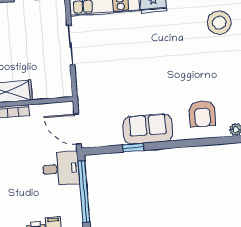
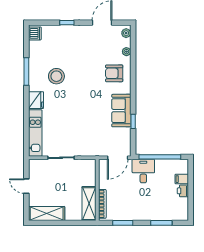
stool: (219, 23) -> (56, 76), moved
armchair: (202, 114) -> (114, 73), turned 180

